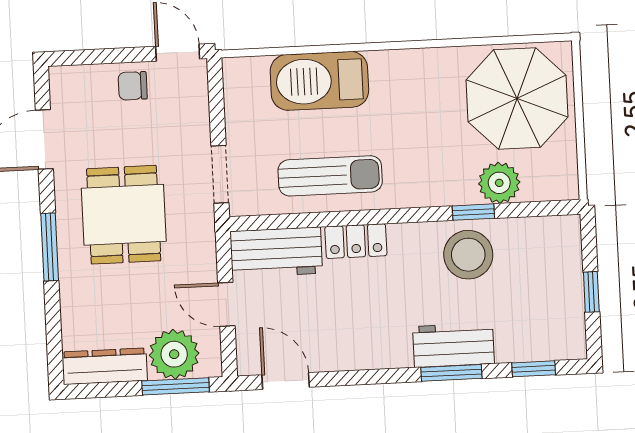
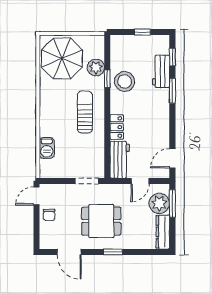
barbecue: (319, 81) -> (47, 148), width x0.53, depth x0.65
sun lounger: (330, 176) -> (85, 112), moved
window: (50, 247) -> (113, 252), width x0.67
workbench: (453, 345) -> (161, 71), moved

